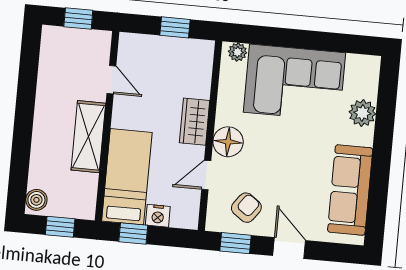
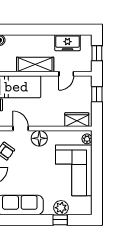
window: (175, 27) -> (97, 94), moved
freezer: (53, 72) -> (68, 43), added
window: (385, 117) -> (60, 220), added
wardrobe: (195, 122) -> (77, 120), moved

